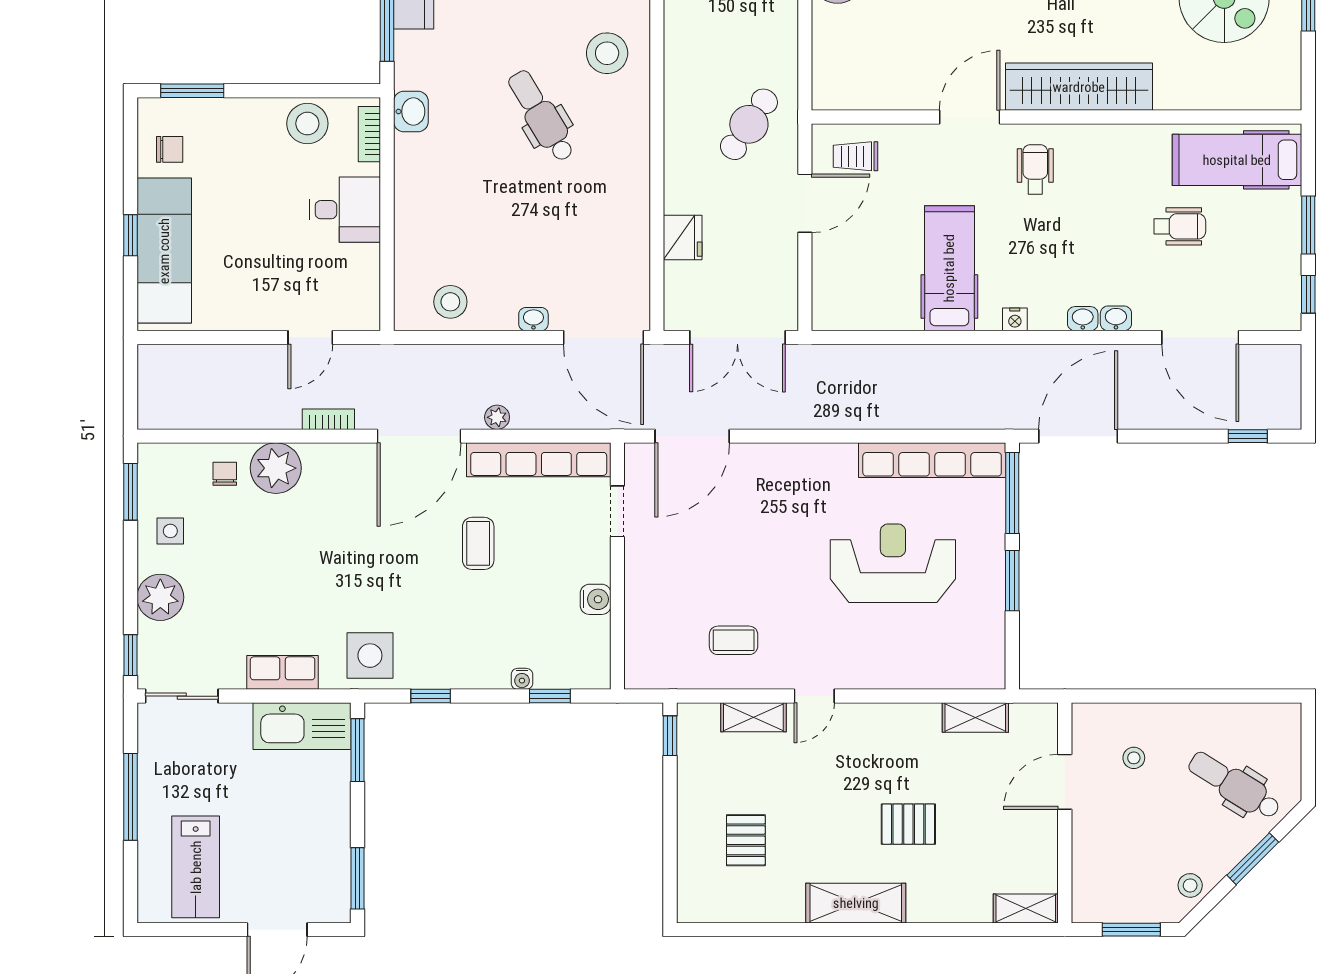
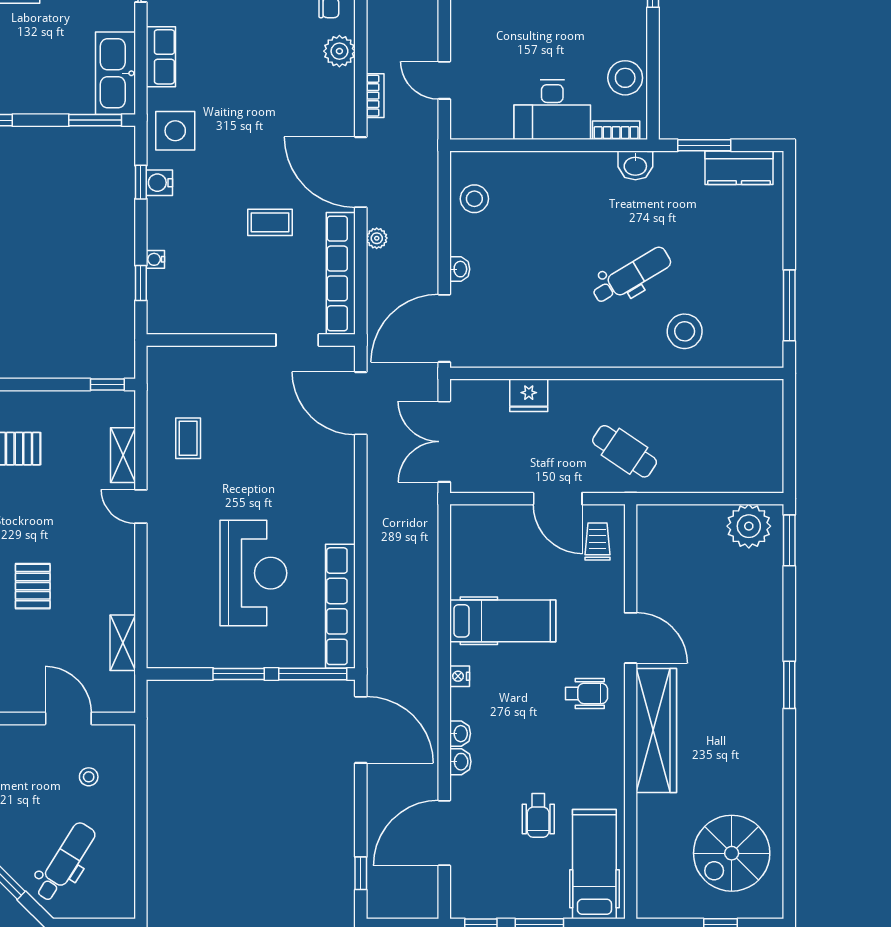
desk: (345, 210) -> (552, 110), width x1.37
plant: (276, 468) -> (339, 51), width x0.73, depth x0.73
water cooler: (596, 599) -> (159, 183), moved, turned 90

